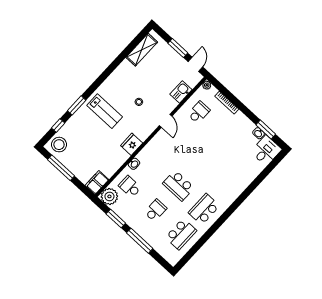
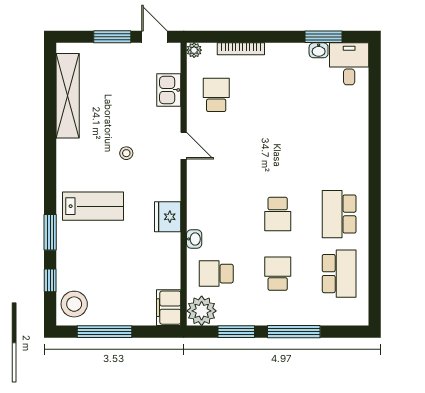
shelving: (142, 50) -> (68, 96), width x1.47
school desk: (178, 186) -> (278, 214), width x0.54

